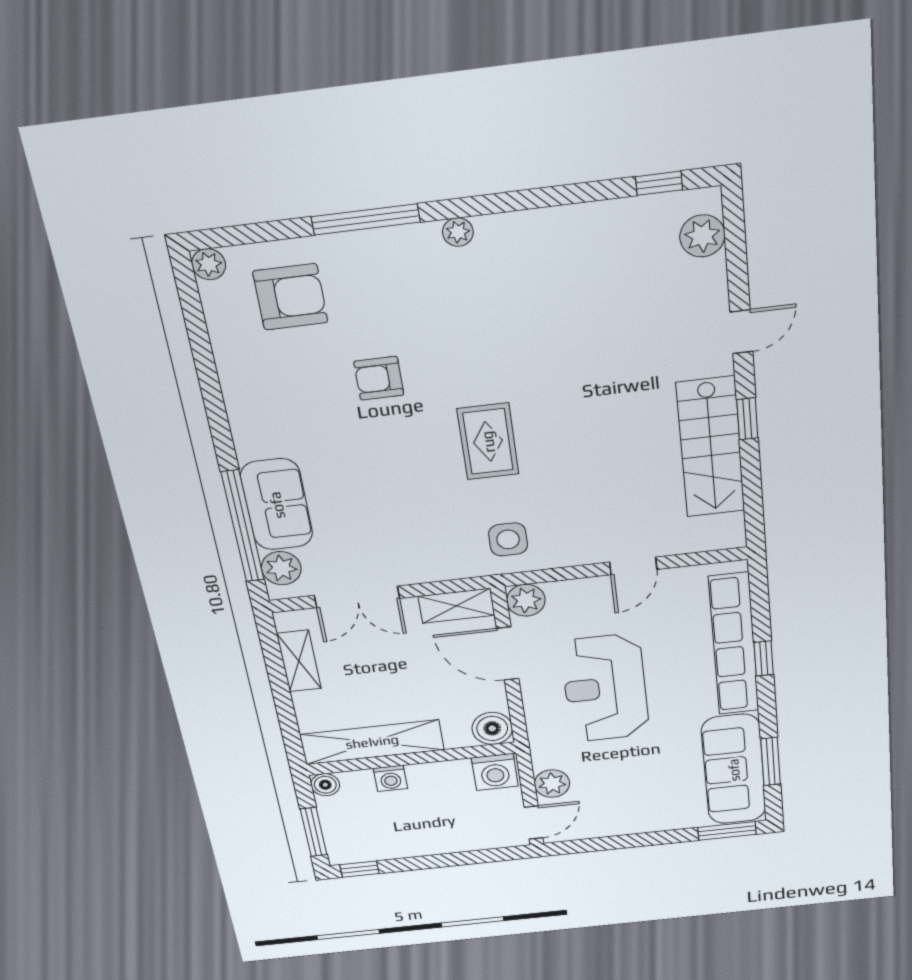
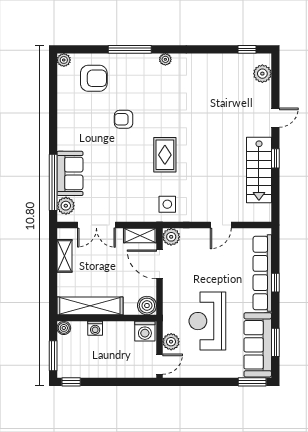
reception desk: (605, 688) -> (207, 321), moved

